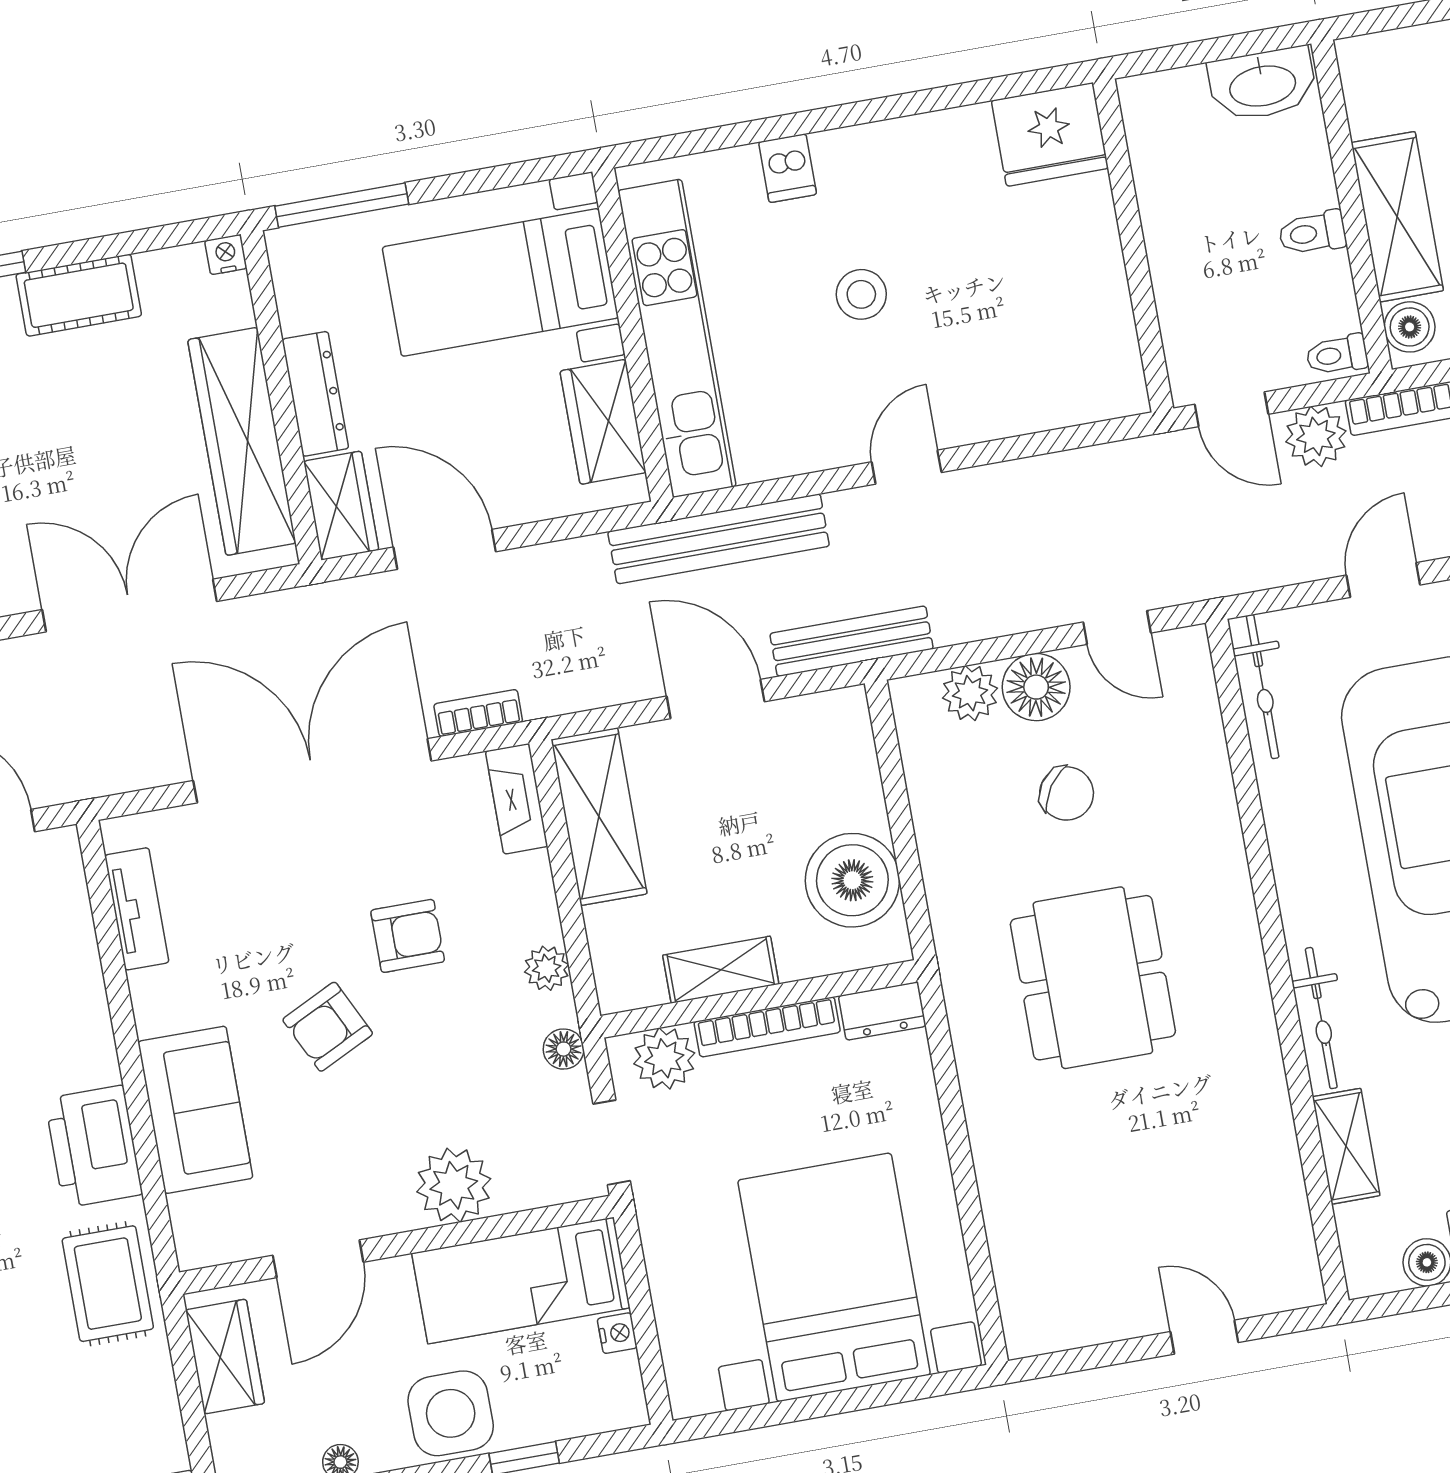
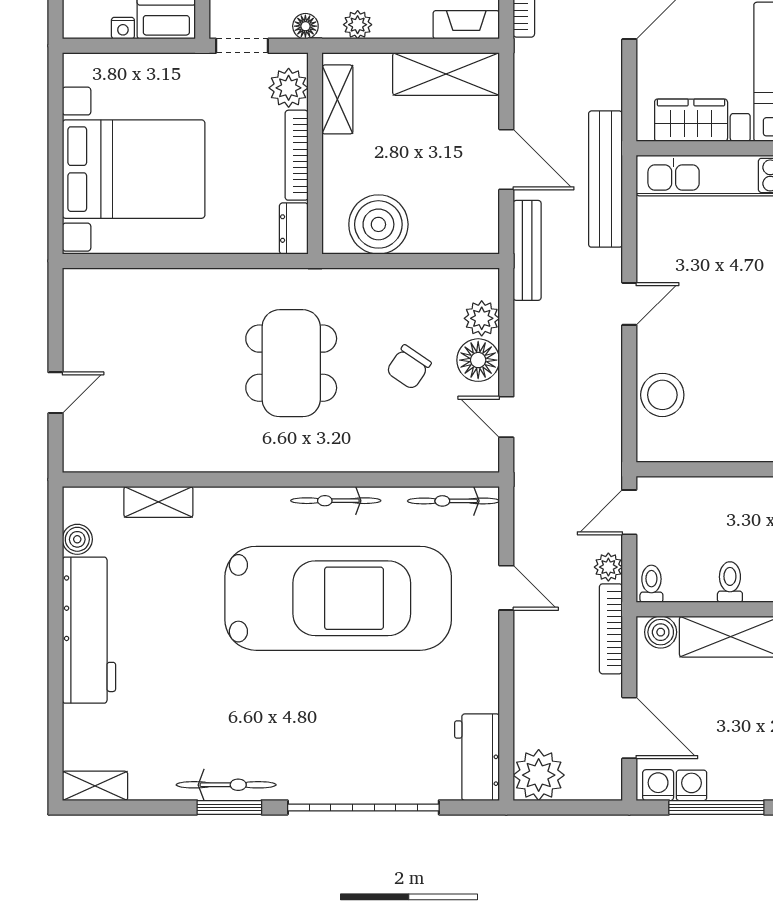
stool: (861, 294) -> (662, 395), moved, width x1.38, depth x1.38
plant: (1316, 436) -> (608, 567), width x0.73, depth x0.73
door: (907, 467) -> (629, 304), hinge flipped
door: (1117, 627) -> (506, 417), hinge flipped
door: (716, 699) -> (506, 159), hinge flipped
shelving: (721, 970) -> (337, 99), moved
dining table: (1093, 978) -> (291, 363), turned 90
bicycle: (1321, 1018) -> (336, 501), moved

